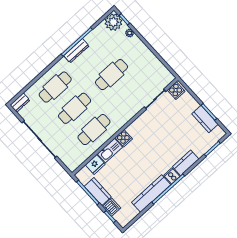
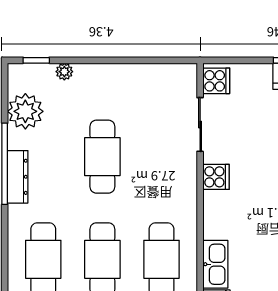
plant: (113, 22) -> (25, 111), moved
cooker: (124, 138) -> (216, 177), moved

